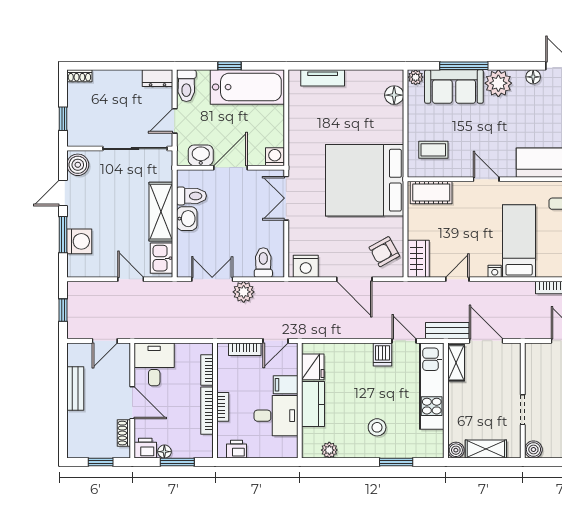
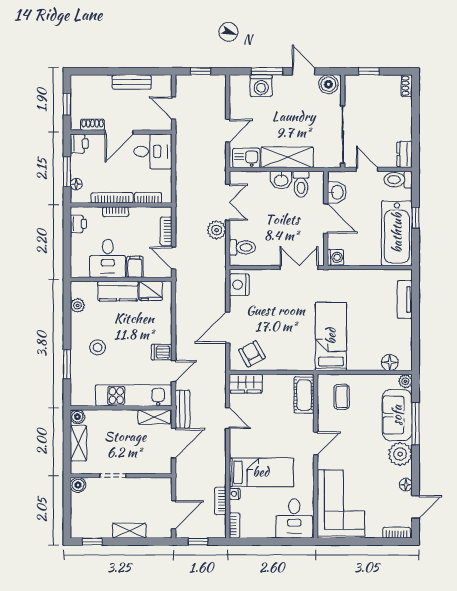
bed: (365, 180) -> (331, 336), width x0.49
nightstand: (495, 271) -> (235, 494), moved
floor lamp: (164, 452) -> (76, 184), moved

